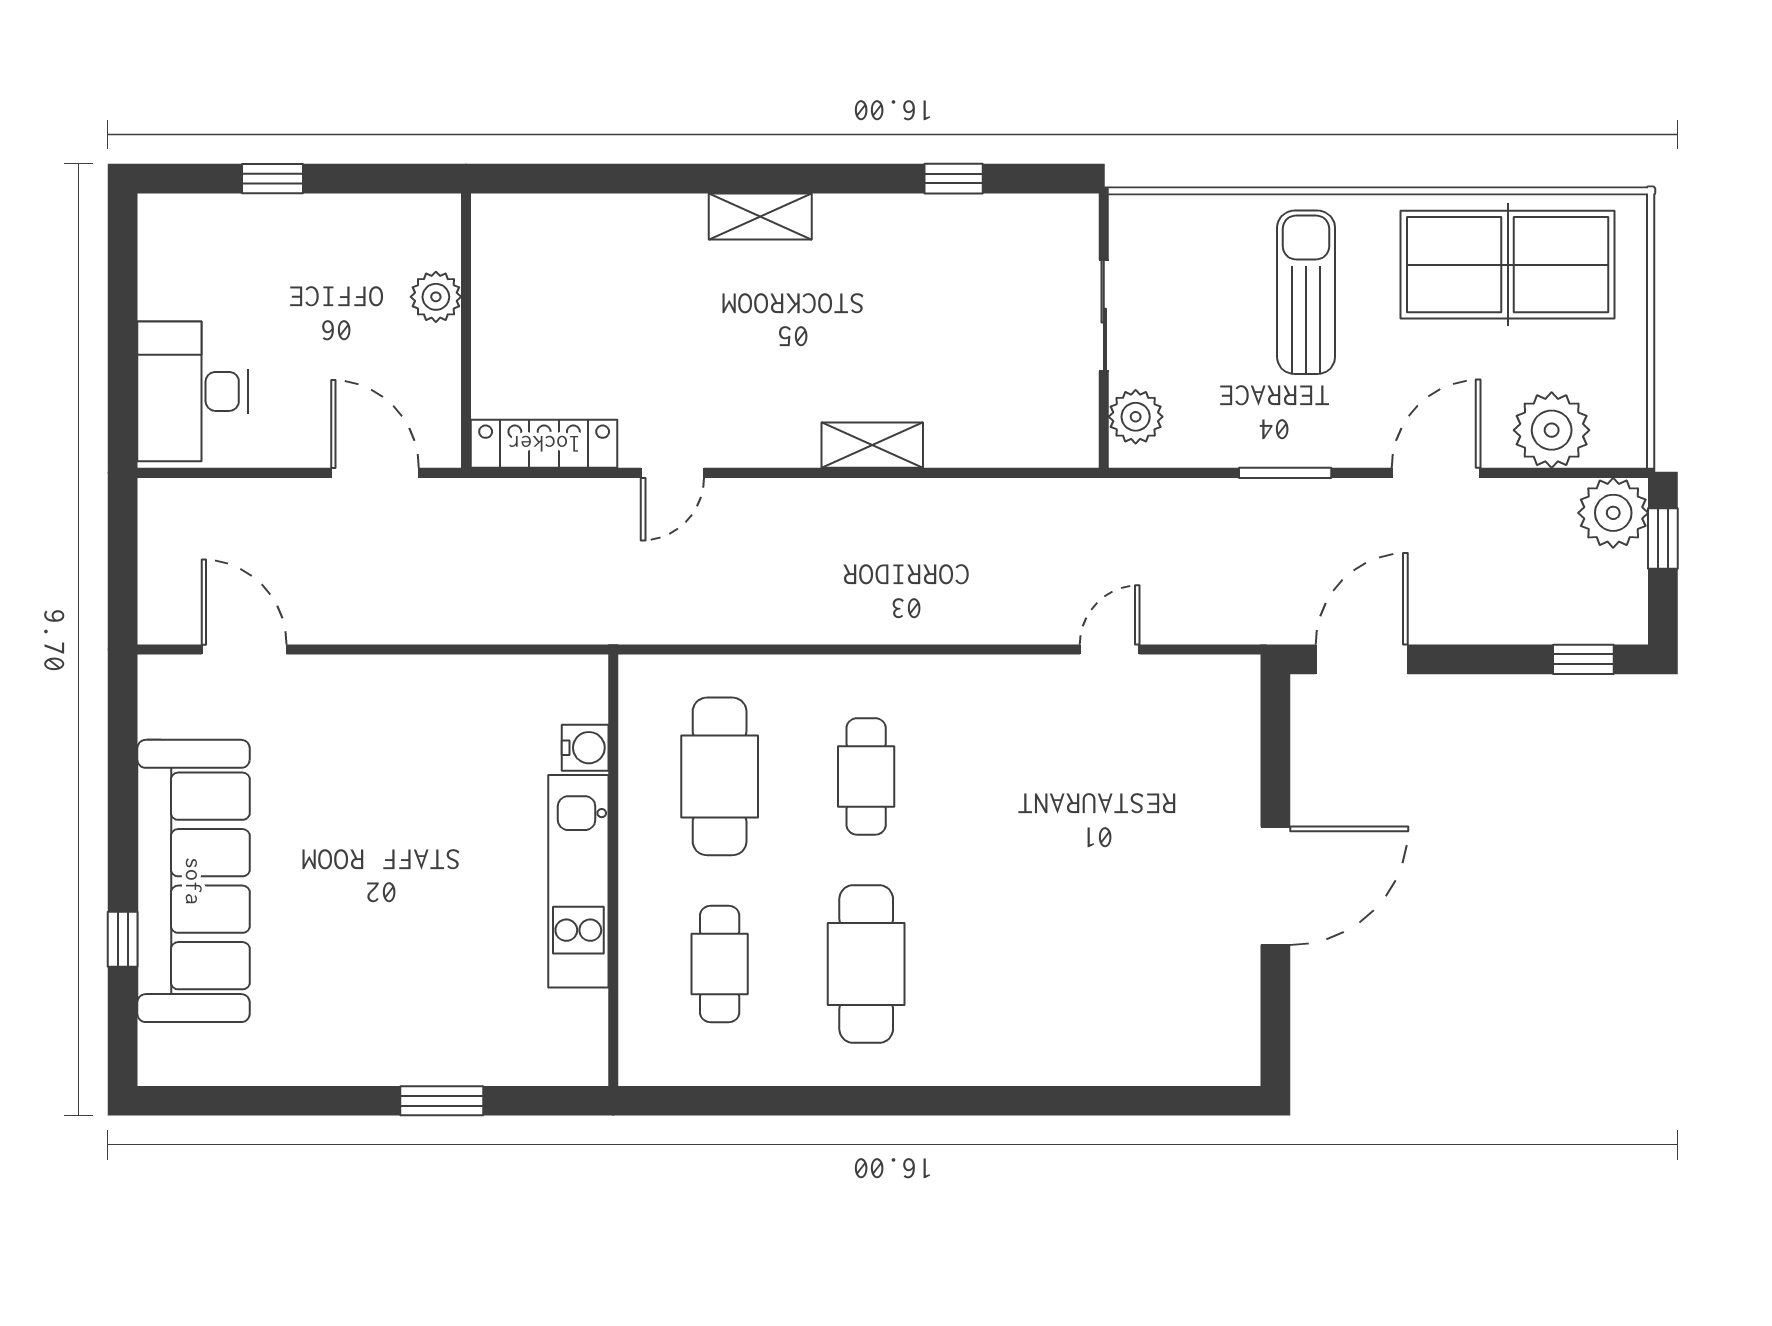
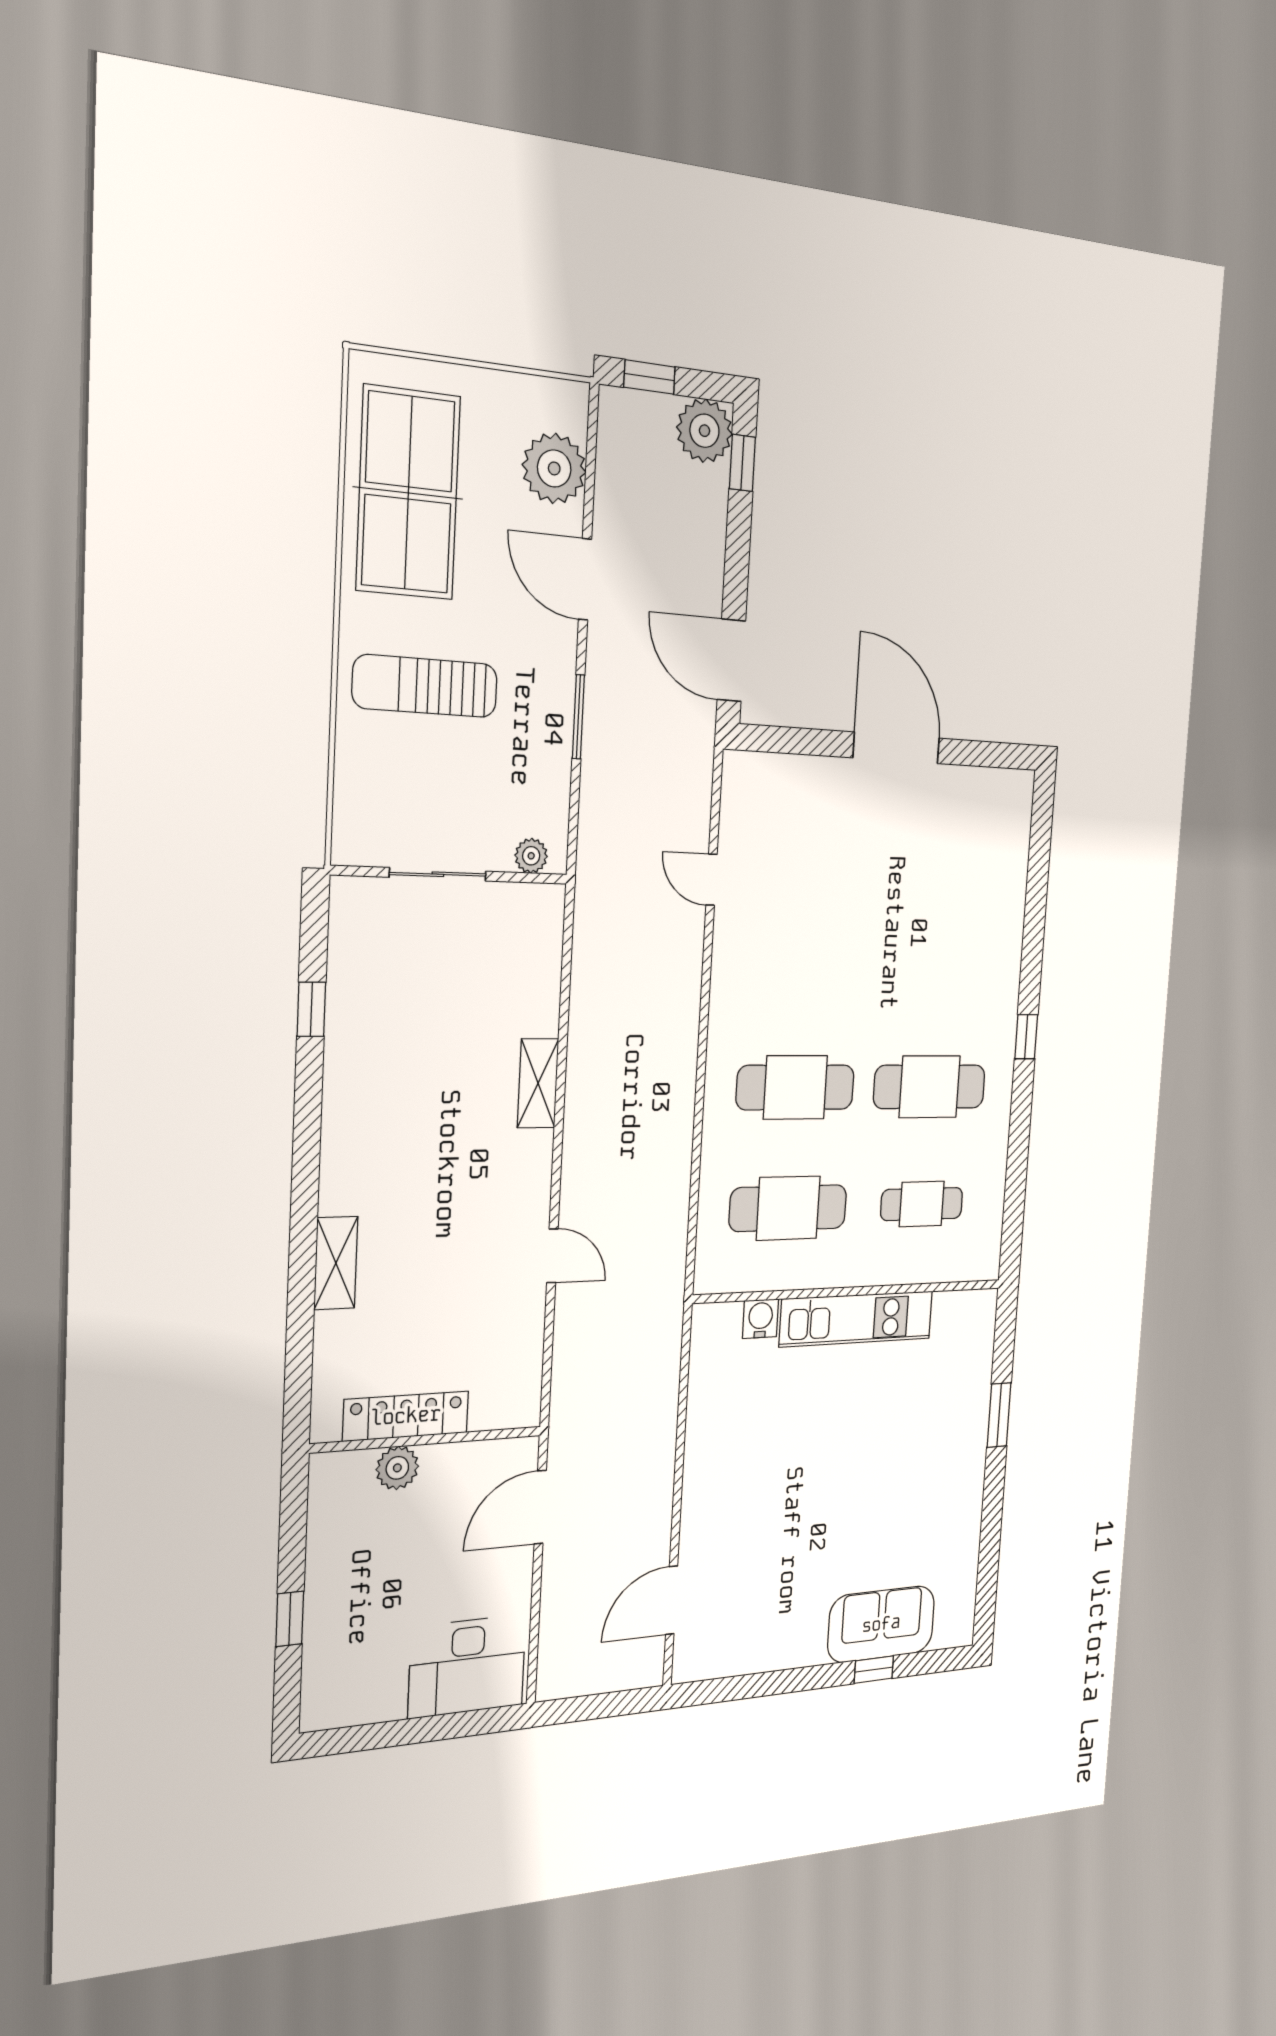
shelving: (760, 216) -> (336, 1263), moved
plant: (1136, 417) -> (531, 856), width x0.73, depth x0.73
locker: (544, 444) -> (406, 1416), moved, turned 90
plant: (1613, 513) -> (705, 431), moved
cafe table: (866, 776) -> (795, 1087), width x1.37, depth x1.35
sofa: (194, 881) -> (881, 1624), width x0.54, depth x0.79
window: (929, 1101) -> (1026, 1037), added

